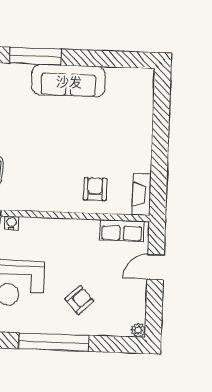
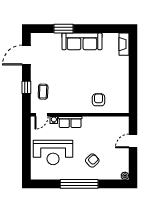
window: (36, 56) -> (63, 29), width x0.69
fireplace: (142, 194) -> (124, 44), moved
row of seats: (122, 231) -> (70, 122), moved

